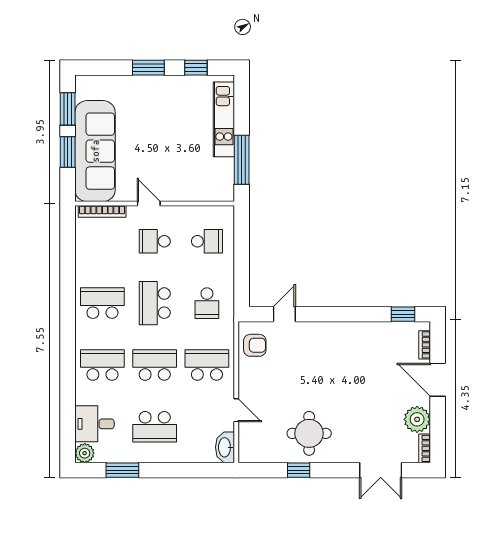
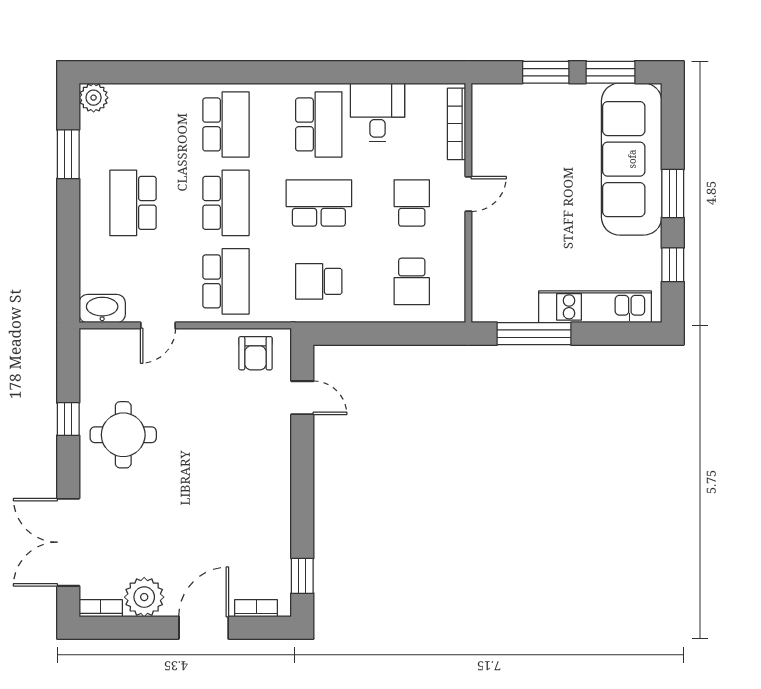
sofa: (95, 151) -> (632, 159), moved, turned 90
desk: (94, 424) -> (377, 112), moved
double door: (381, 470) -> (68, 542), width x1.37

